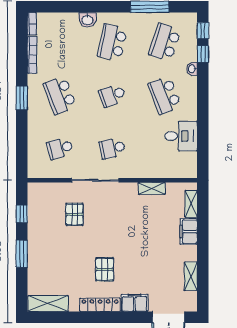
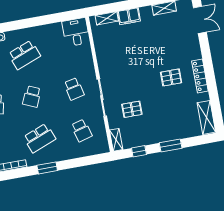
school desk: (112, 95) -> (32, 96), turned 45
desk: (181, 136) -> (76, 32), moved
shelving: (152, 188) -> (116, 140), moved
filing cabinet: (135, 303) -> (193, 49), removed

